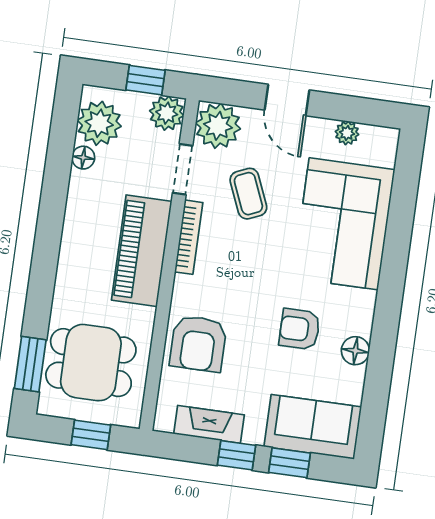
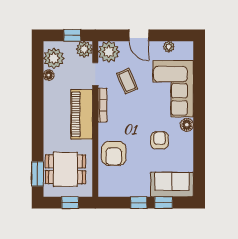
armchair: (300, 329) -> (160, 140), turned 90
floor lamp: (355, 351) -> (187, 125), moved
fireplace: (209, 424) -> (124, 190), removed

